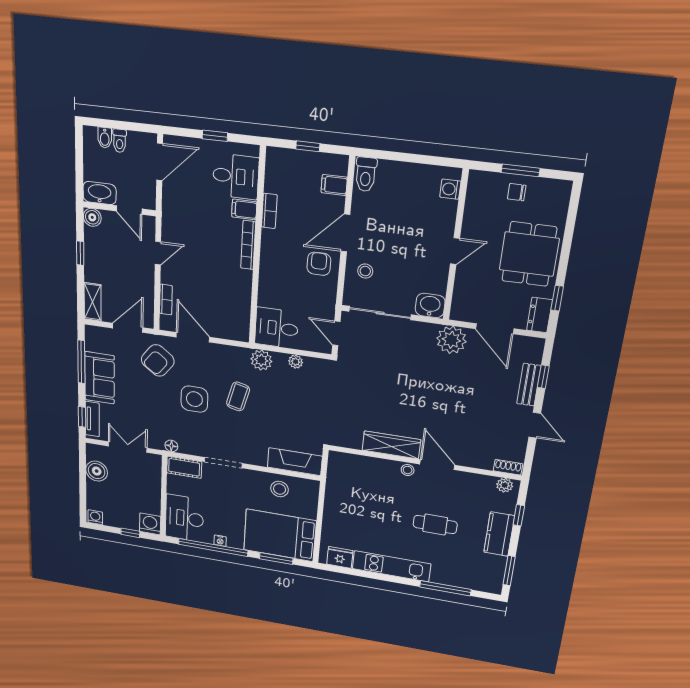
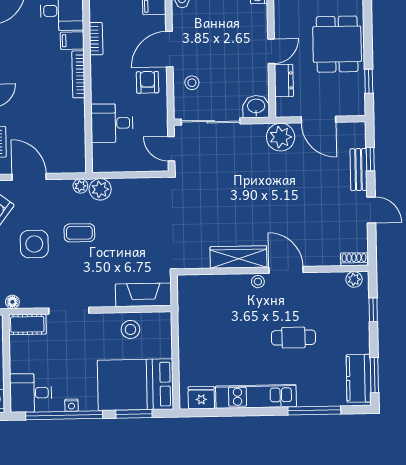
dresser: (539, 315) -> (284, 81), moved, turned 180
desk: (277, 328) -> (112, 123), moved
plant: (296, 362) -> (80, 186), moved
coffee table: (238, 396) -> (79, 233), turned 76
desk: (184, 518) -> (31, 393), width x0.73
kitchen counter: (499, 534) -> (359, 378), moved

